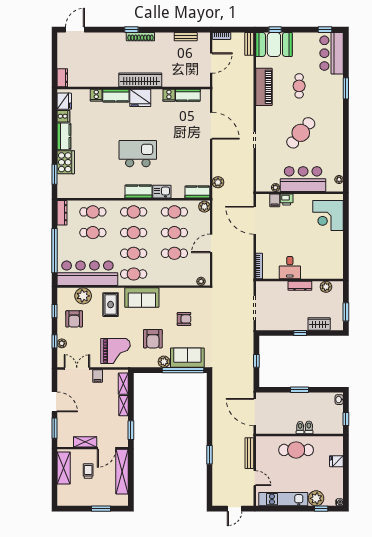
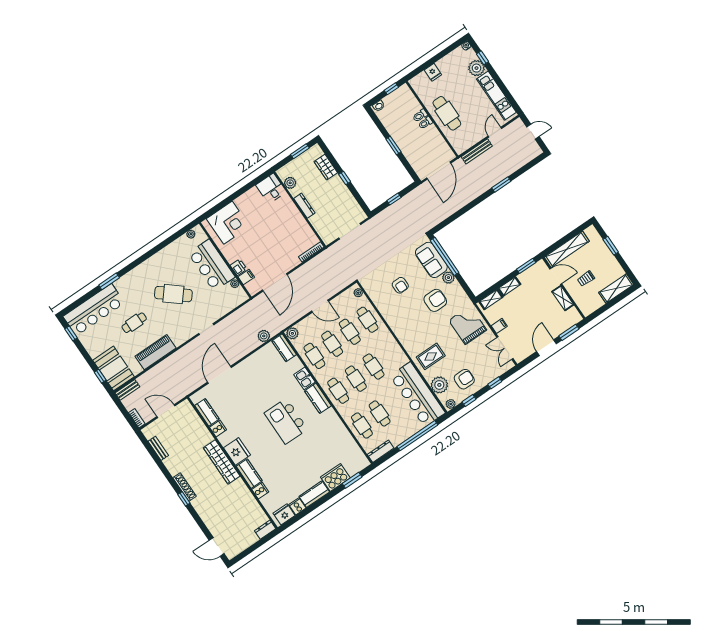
bar counter: (332, 53) -> (94, 310), width x1.36
desk: (290, 268) -> (271, 188), moved, turned -90
cafe table: (134, 274) -> (367, 320), moved
sofa: (142, 298) -> (407, 334), removed
armchair: (184, 319) -> (400, 285), turned 180
plant: (62, 343) -> (451, 404), moved
shelving: (64, 468) -> (616, 289), moved

